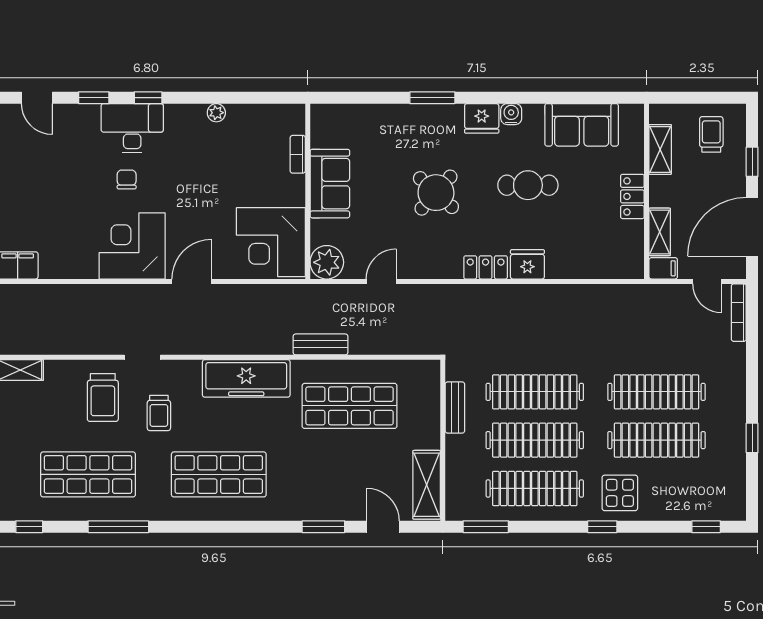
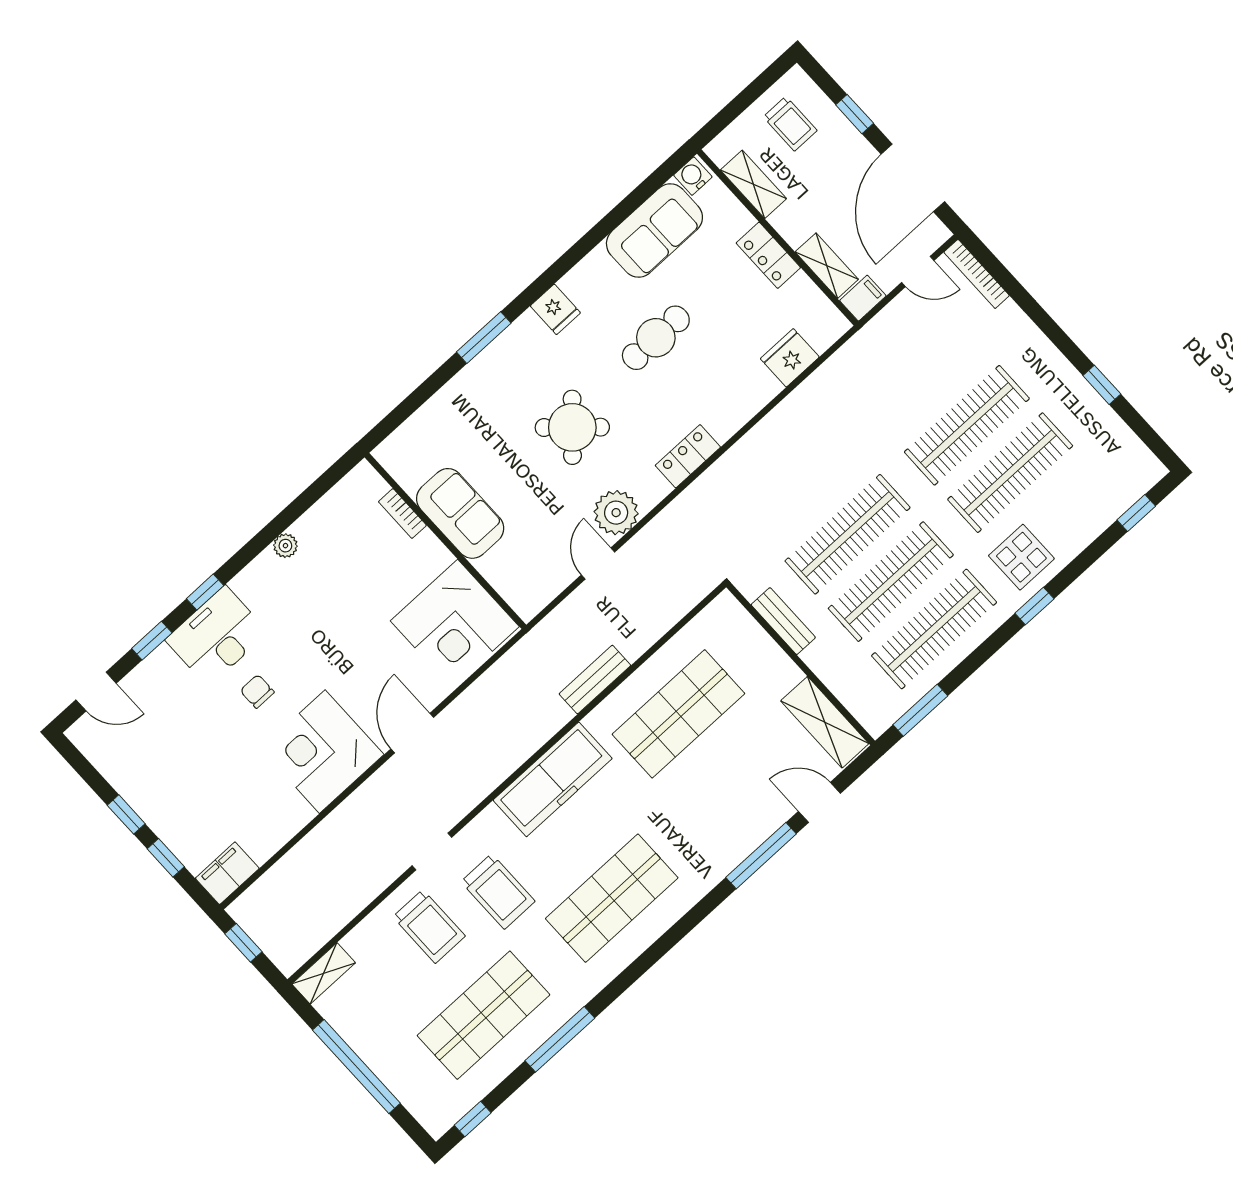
water cooler: (511, 114) -> (693, 176), moved
fridge: (482, 118) -> (555, 309), width x0.72
trolley: (711, 134) -> (790, 124), turned 180
plant: (327, 262) -> (616, 513), moved
fridge: (527, 264) -> (790, 358), moved
trolley: (159, 413) -> (498, 891), width x1.36, depth x1.39
window: (323, 527) -> (761, 856), width x1.44

